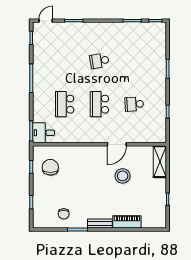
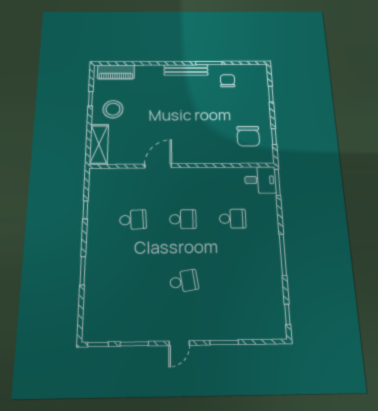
door: (46, 21) -> (179, 343), moved
school desk: (65, 104) -> (233, 219), width x0.54
school desk: (99, 104) -> (183, 219), width x0.54
stool: (123, 176) -> (113, 109), moved
piano: (127, 222) -> (116, 72), moved
bench: (100, 224) -> (186, 70), width x1.36

